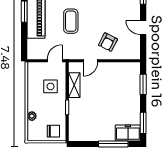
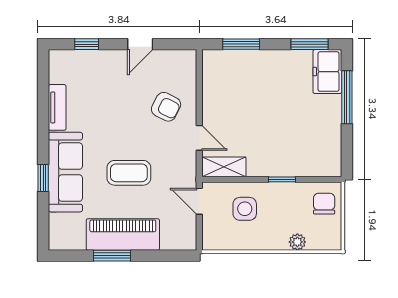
shelving: (74, 85) -> (224, 167), moved

